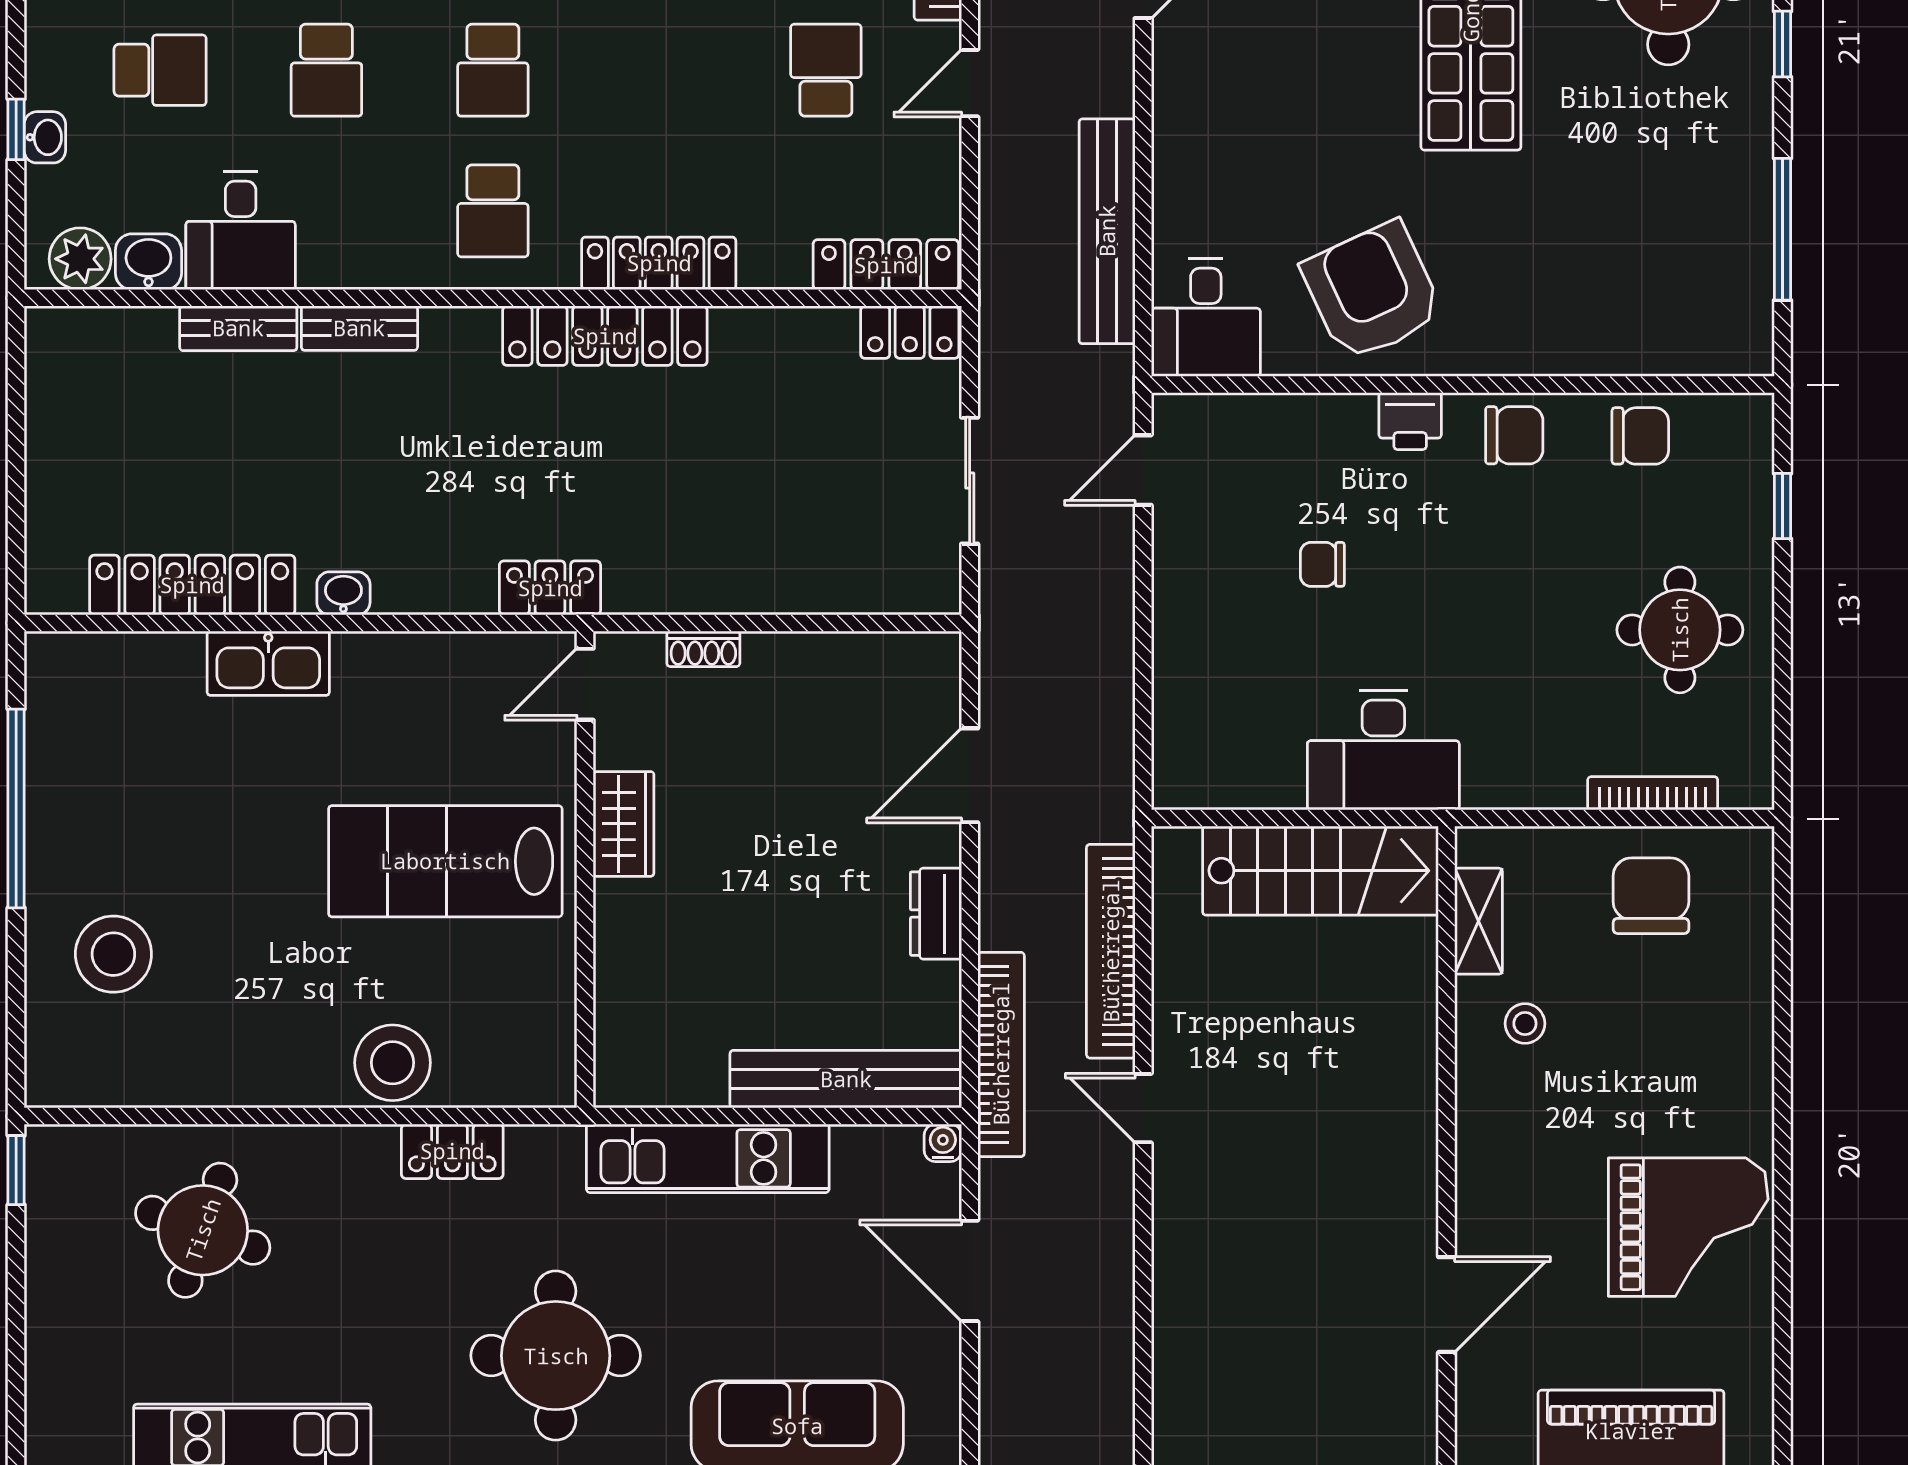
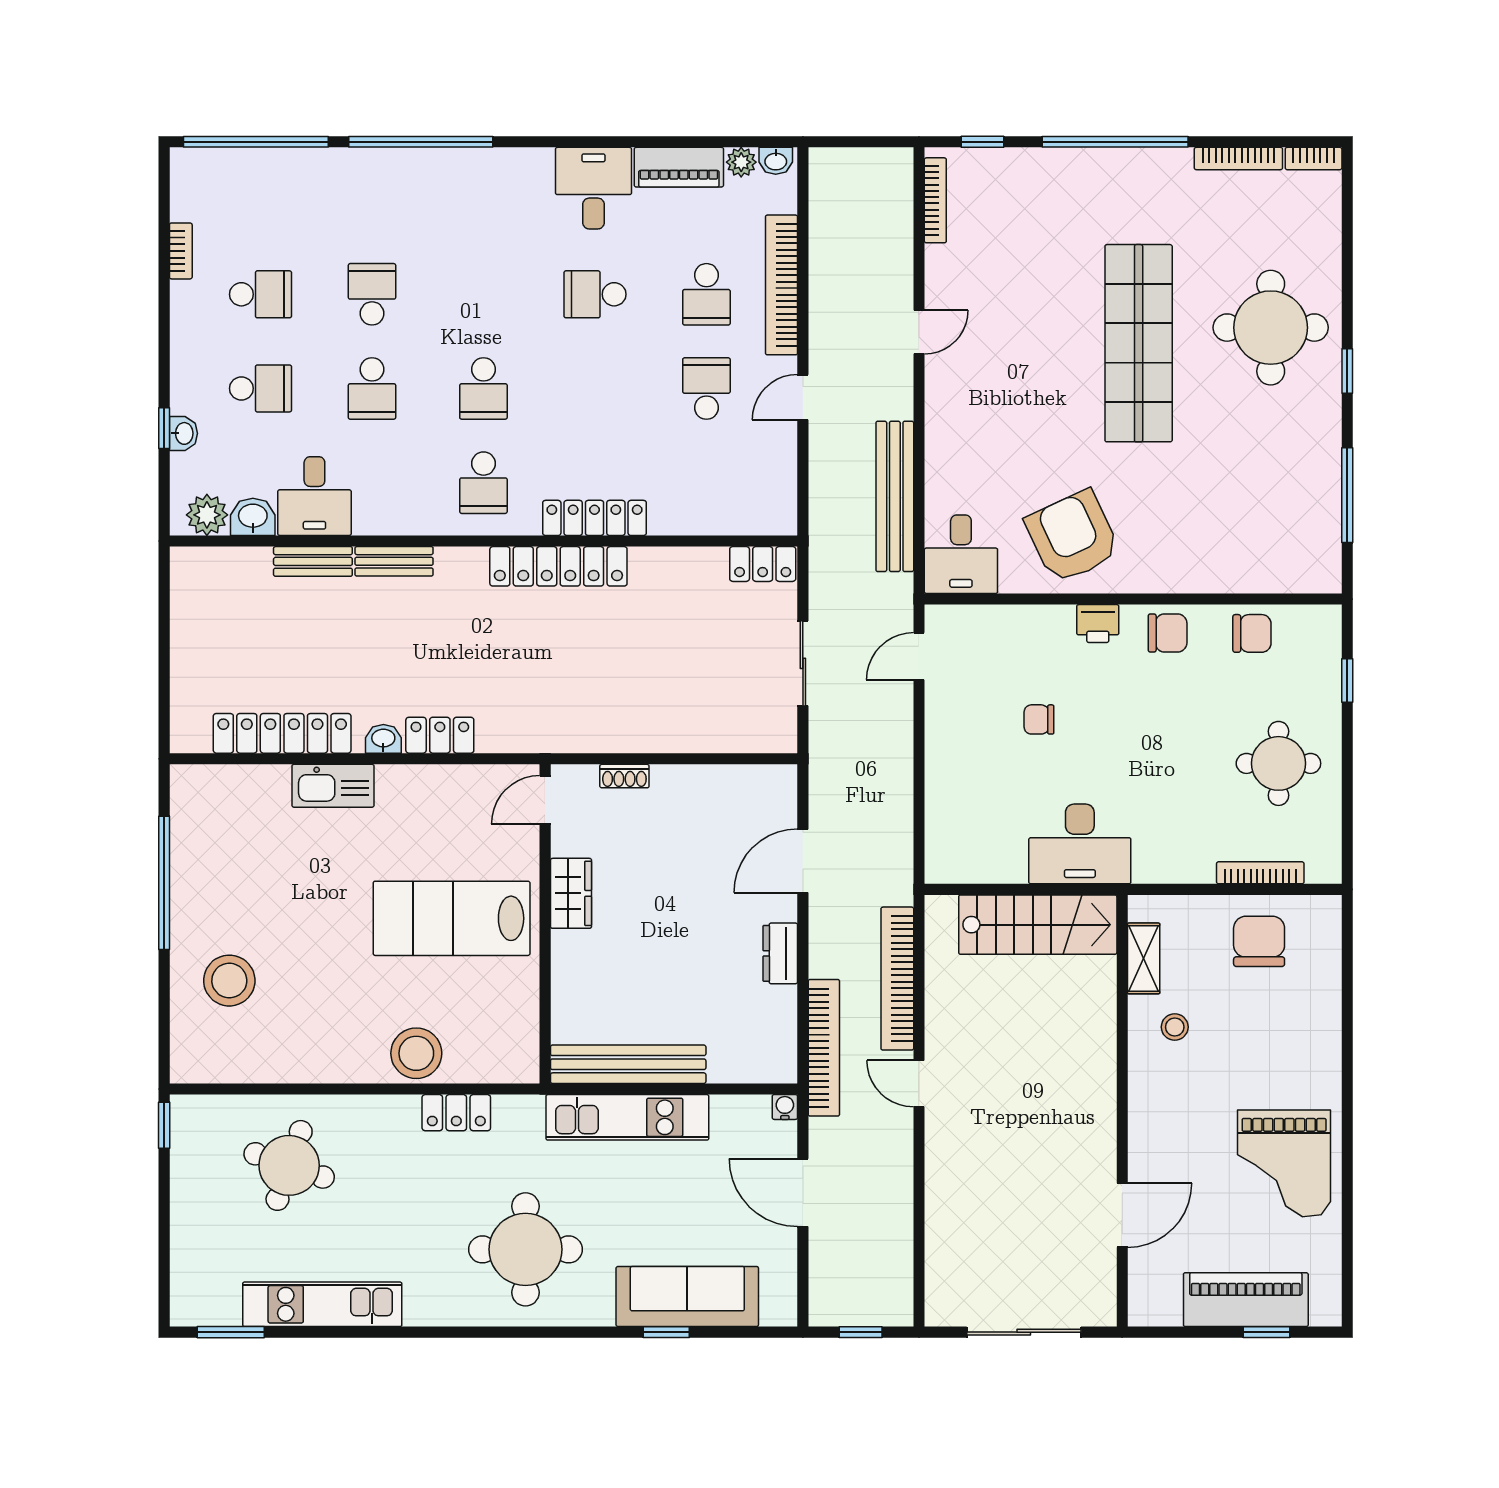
locker: (886, 265) -> (747, 519), removed
locker: (550, 588) -> (440, 735), moved
bench: (846, 1079) -> (628, 1064), moved
grand piano: (1688, 1227) -> (1284, 1163), turned 90

